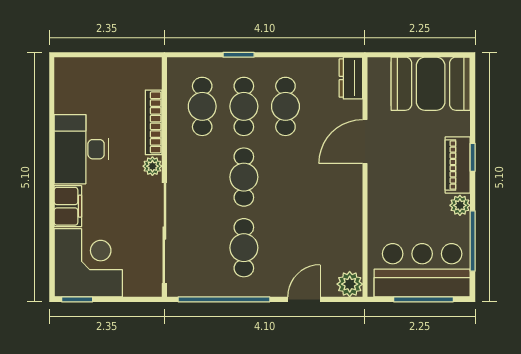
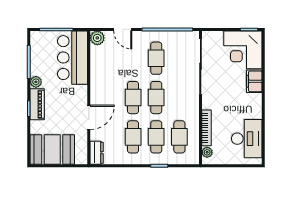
desk: (81, 149) -> (247, 139), moved
plant: (152, 166) -> (207, 152), moved
cafe table: (285, 177) -> (133, 98), added
bar counter: (422, 270) -> (73, 58), moved, turned 90
door: (304, 299) -> (123, 29), hinge flipped

